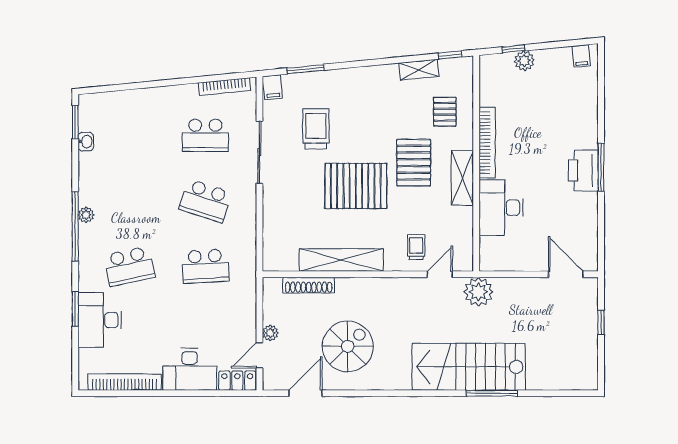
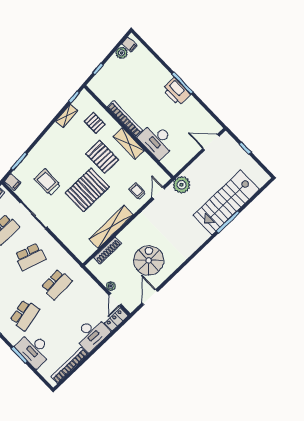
plant: (524, 61) -> (121, 53), moved
stairs: (469, 367) -> (226, 202), moved

